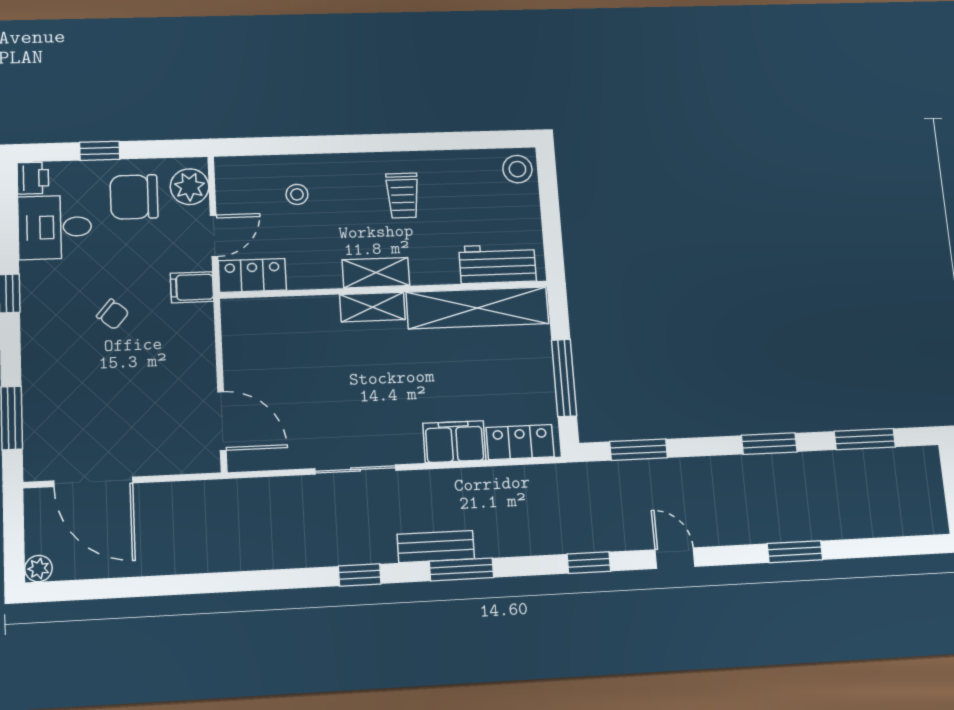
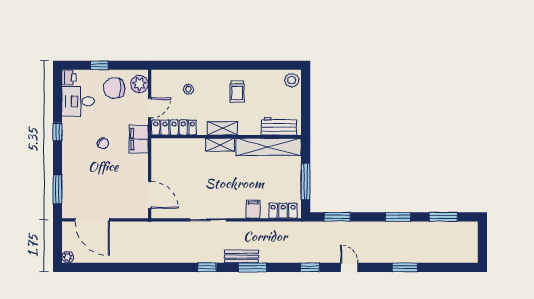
locker: (252, 275) -> (174, 127), width x1.53
filing cabinet: (192, 287) -> (139, 139), width x2.00
filing cabinet: (454, 442) -> (253, 209), width x0.50

